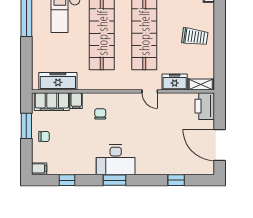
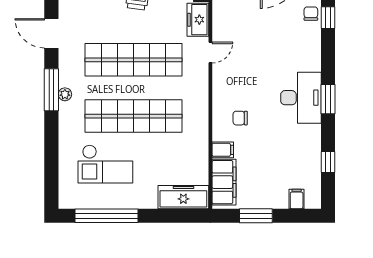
freezer: (58, 81) -> (183, 197), moved, turned 90
chair: (44, 136) -> (311, 14), moved
filing cabinet: (39, 168) -> (297, 199), moved

